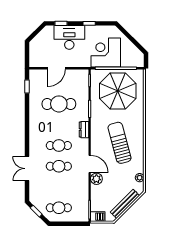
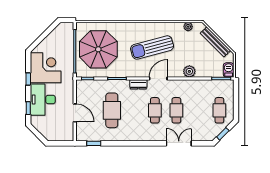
corner desk: (106, 53) -> (46, 68), moved, turned 180
door: (90, 164) -> (158, 78), moved
double door: (27, 169) -> (179, 143), swing flipped

